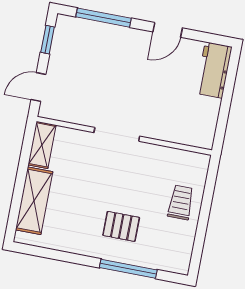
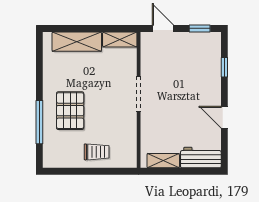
window: (104, 18) -> (224, 67), width x0.46
shelving: (209, 119) -> (163, 161), added
pallet: (121, 226) -> (70, 111), width x1.50, depth x1.42

